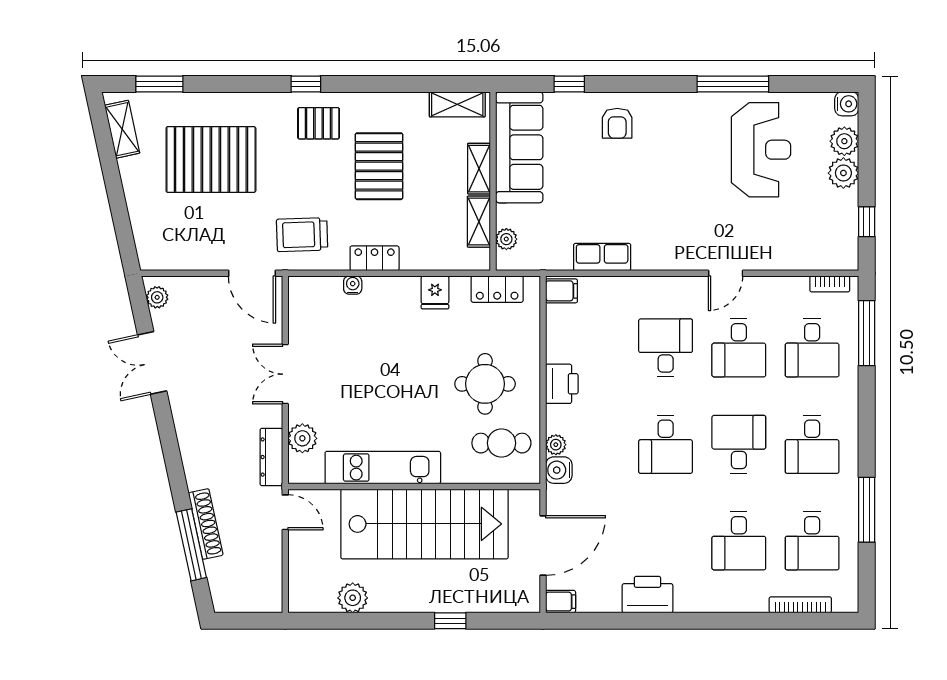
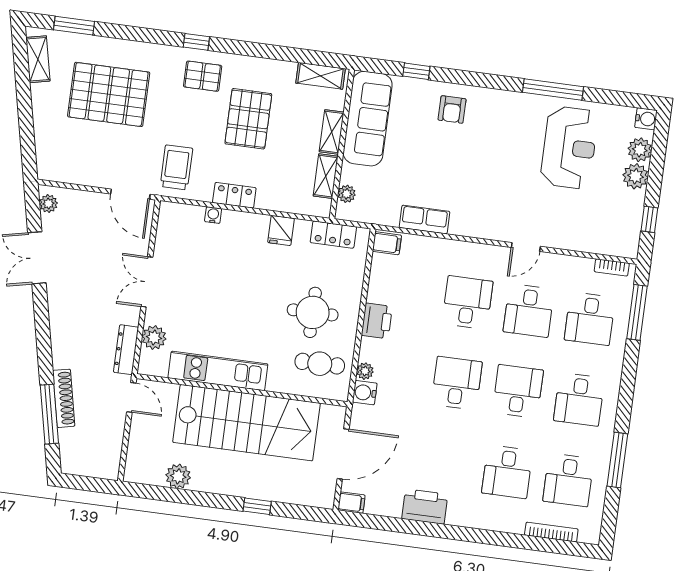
trolley: (302, 235) -> (176, 167), turned 92
desk: (666, 444) -> (457, 383), turned 180

